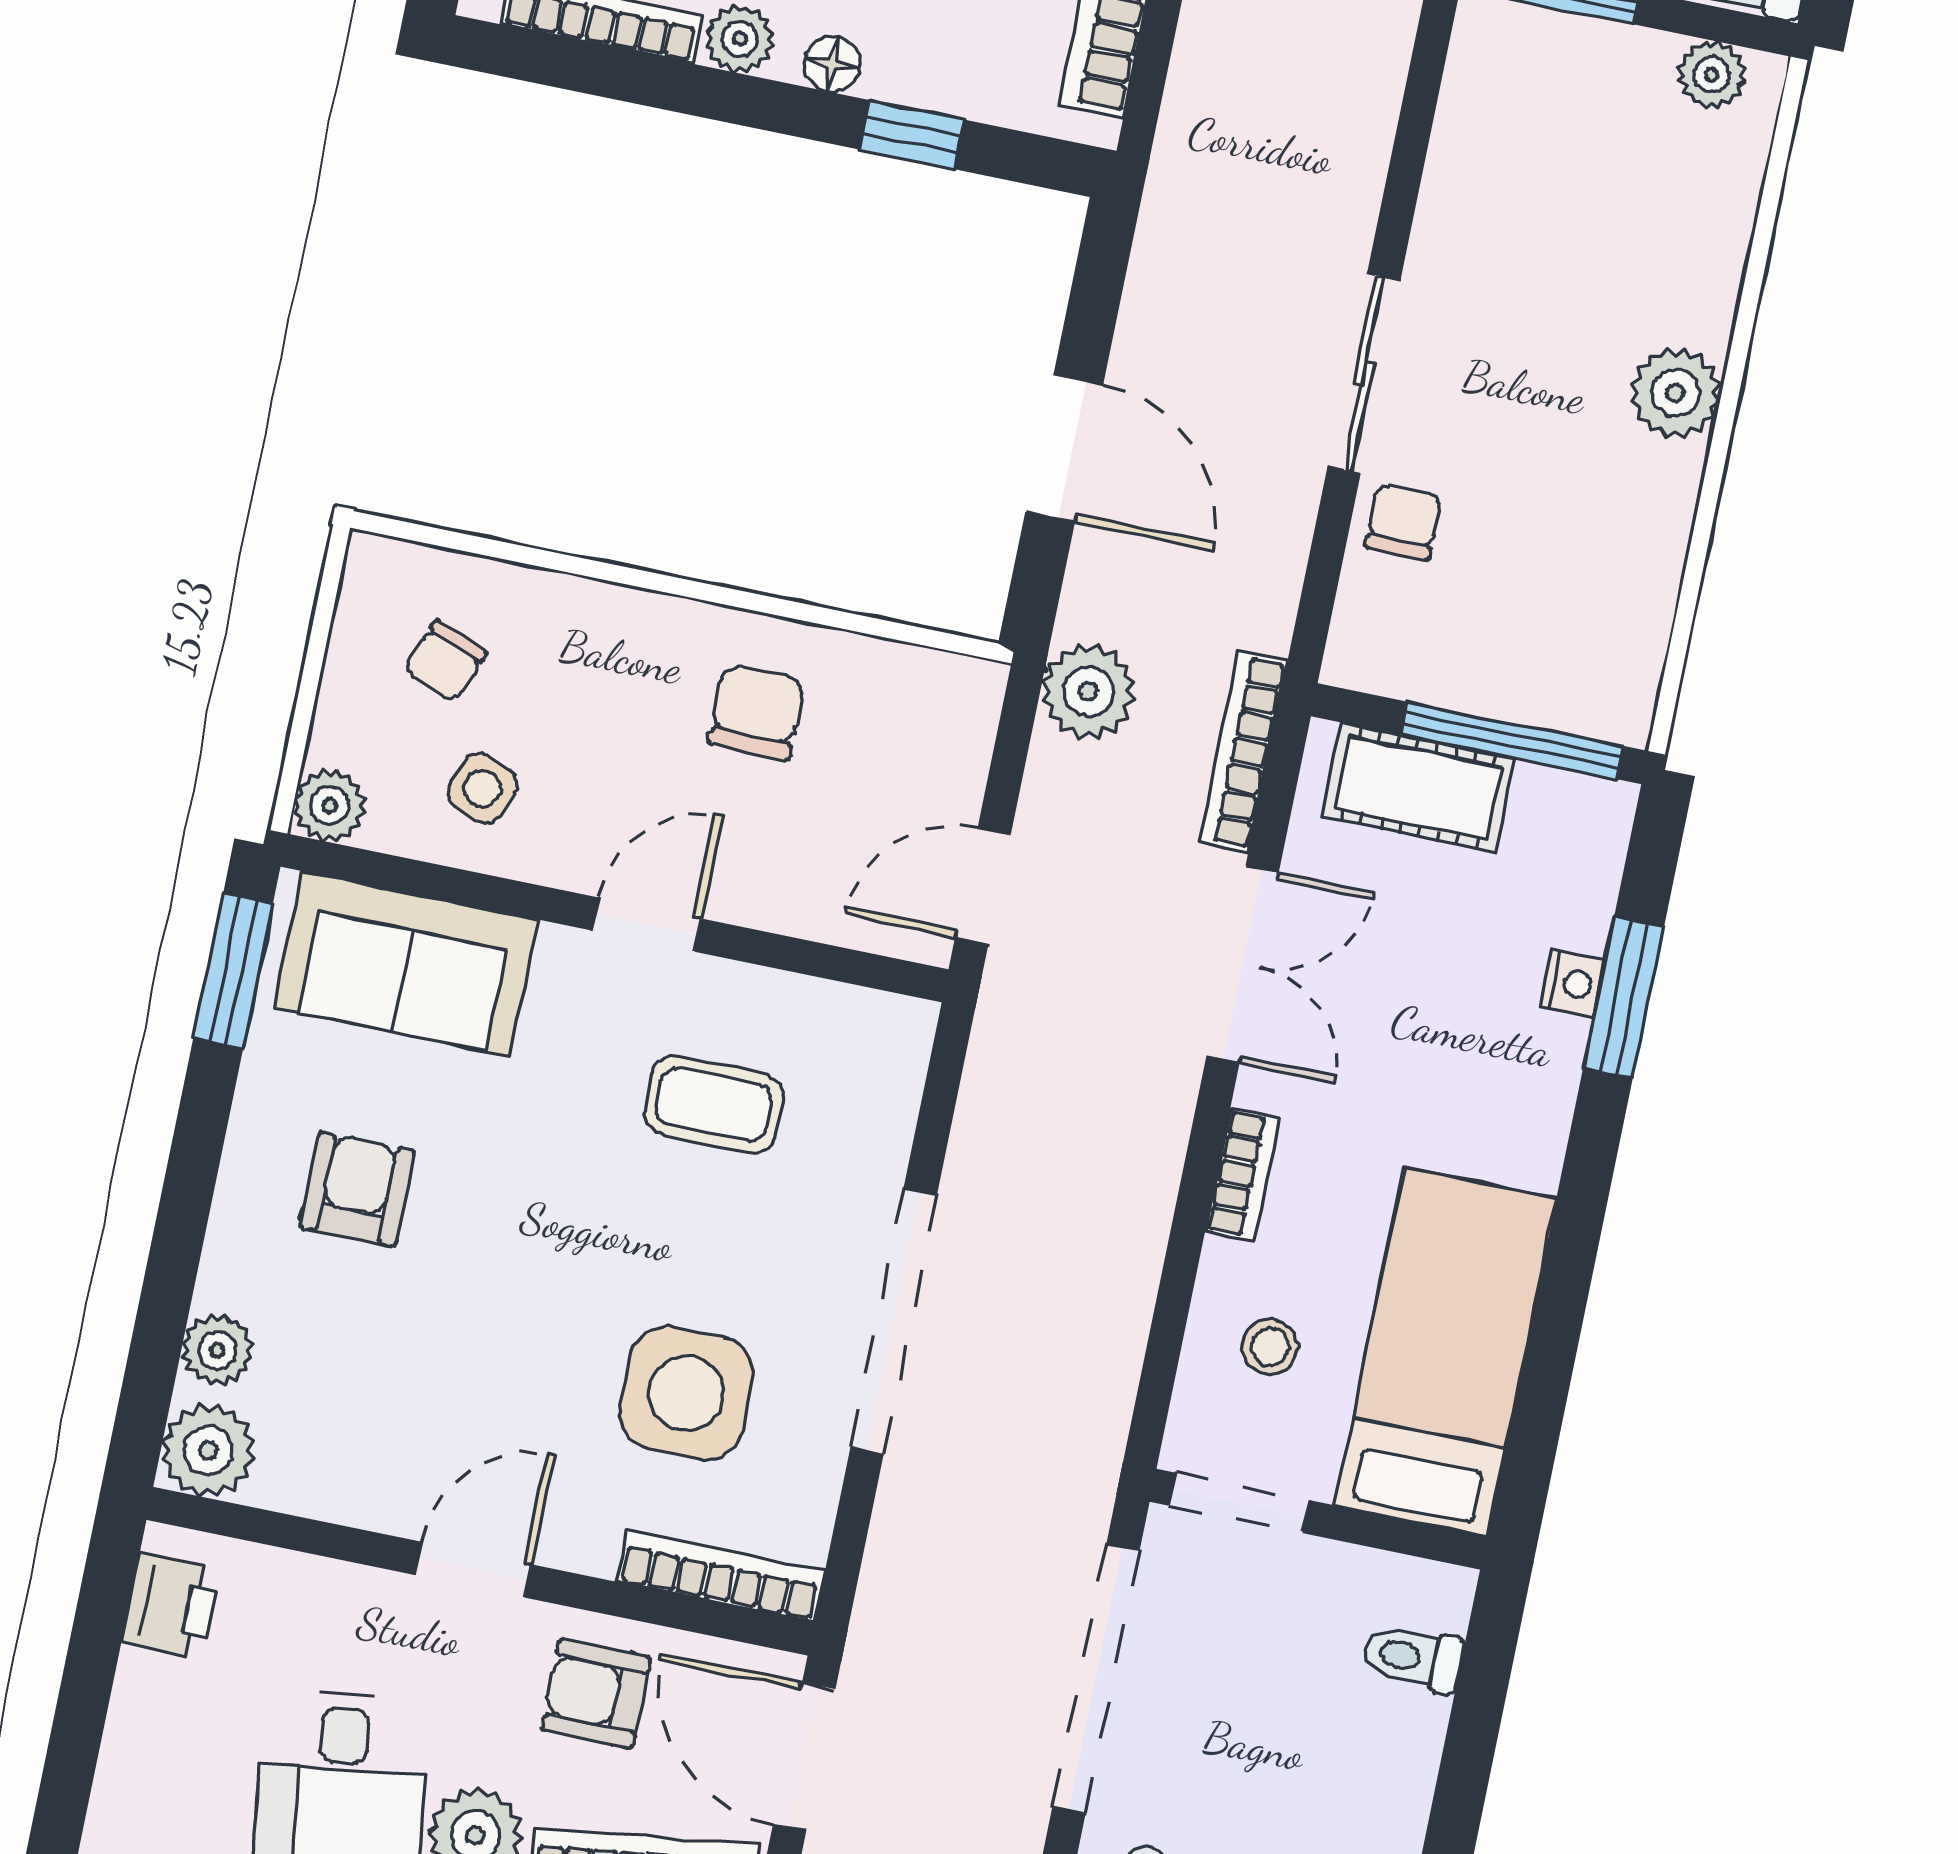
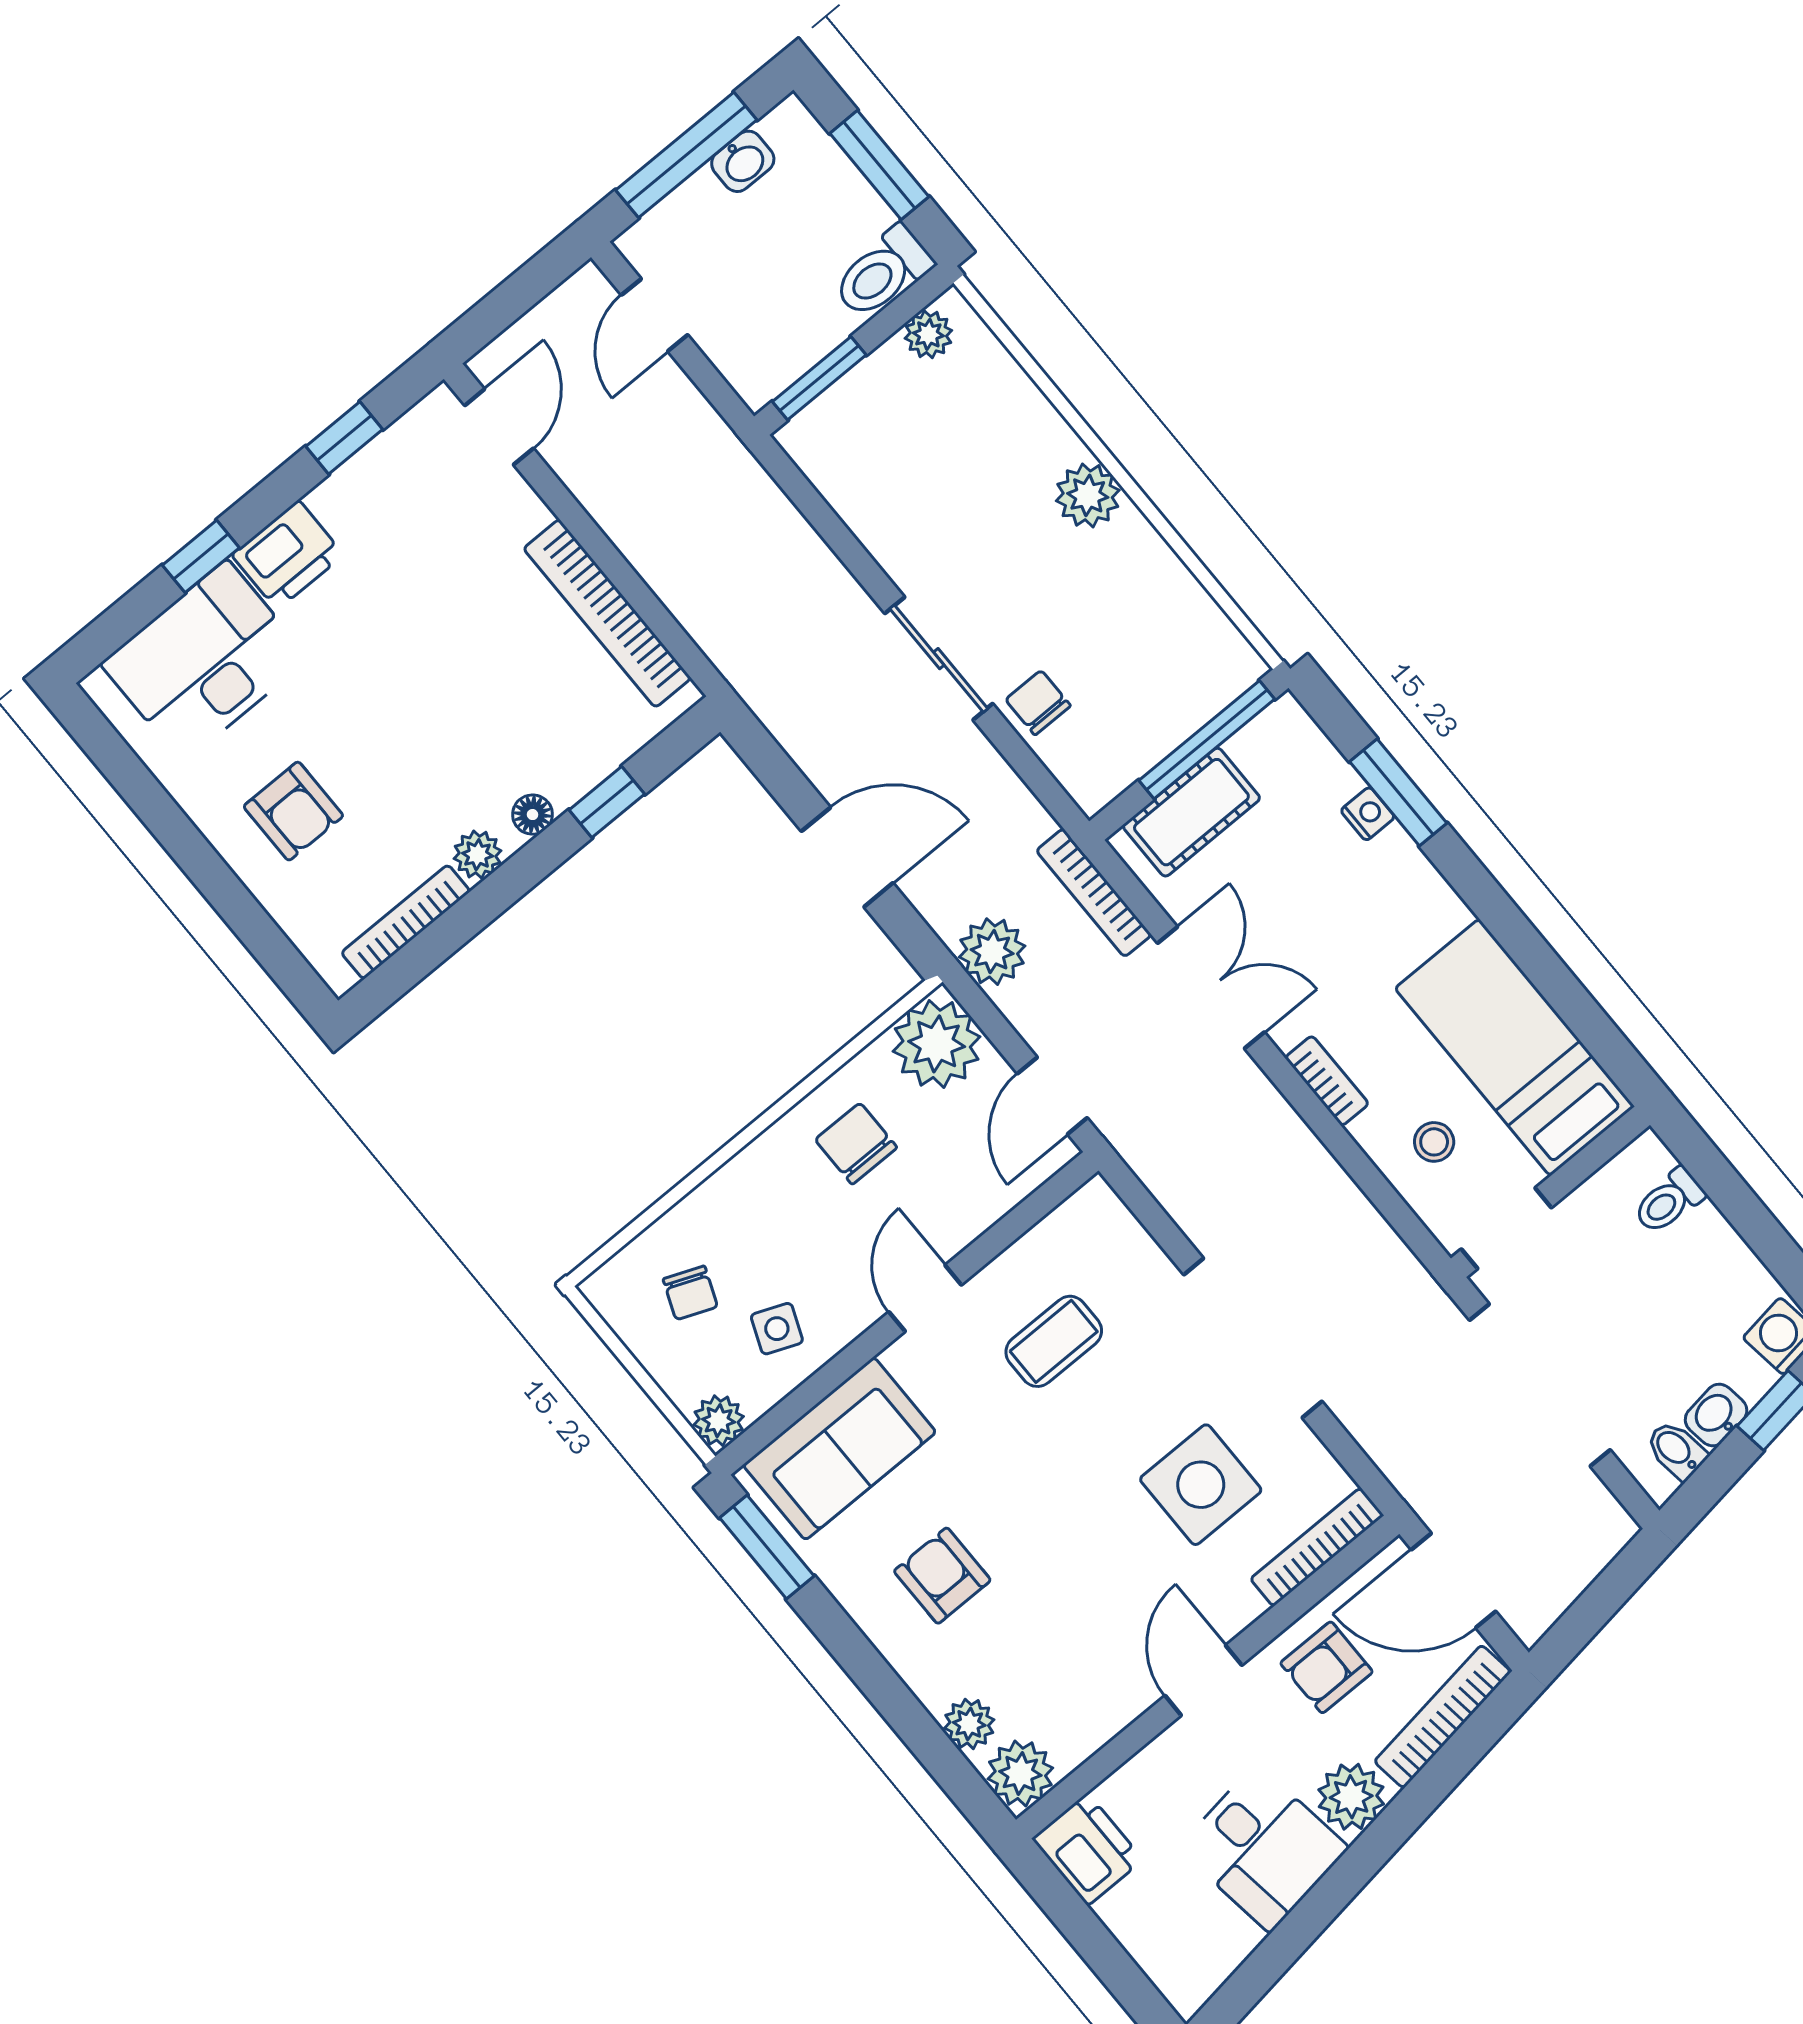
plant: (938, 712) -> (937, 1044), added
printer: (171, 1606) -> (1087, 1849), width x1.36, depth x1.24

